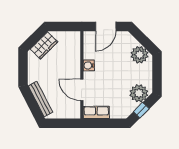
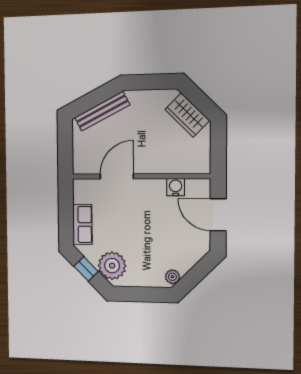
plant: (139, 55) -> (172, 277), width x0.53, depth x0.53
water cooler: (89, 65) -> (176, 187), moved
row of seats: (96, 112) -> (82, 224), moved

